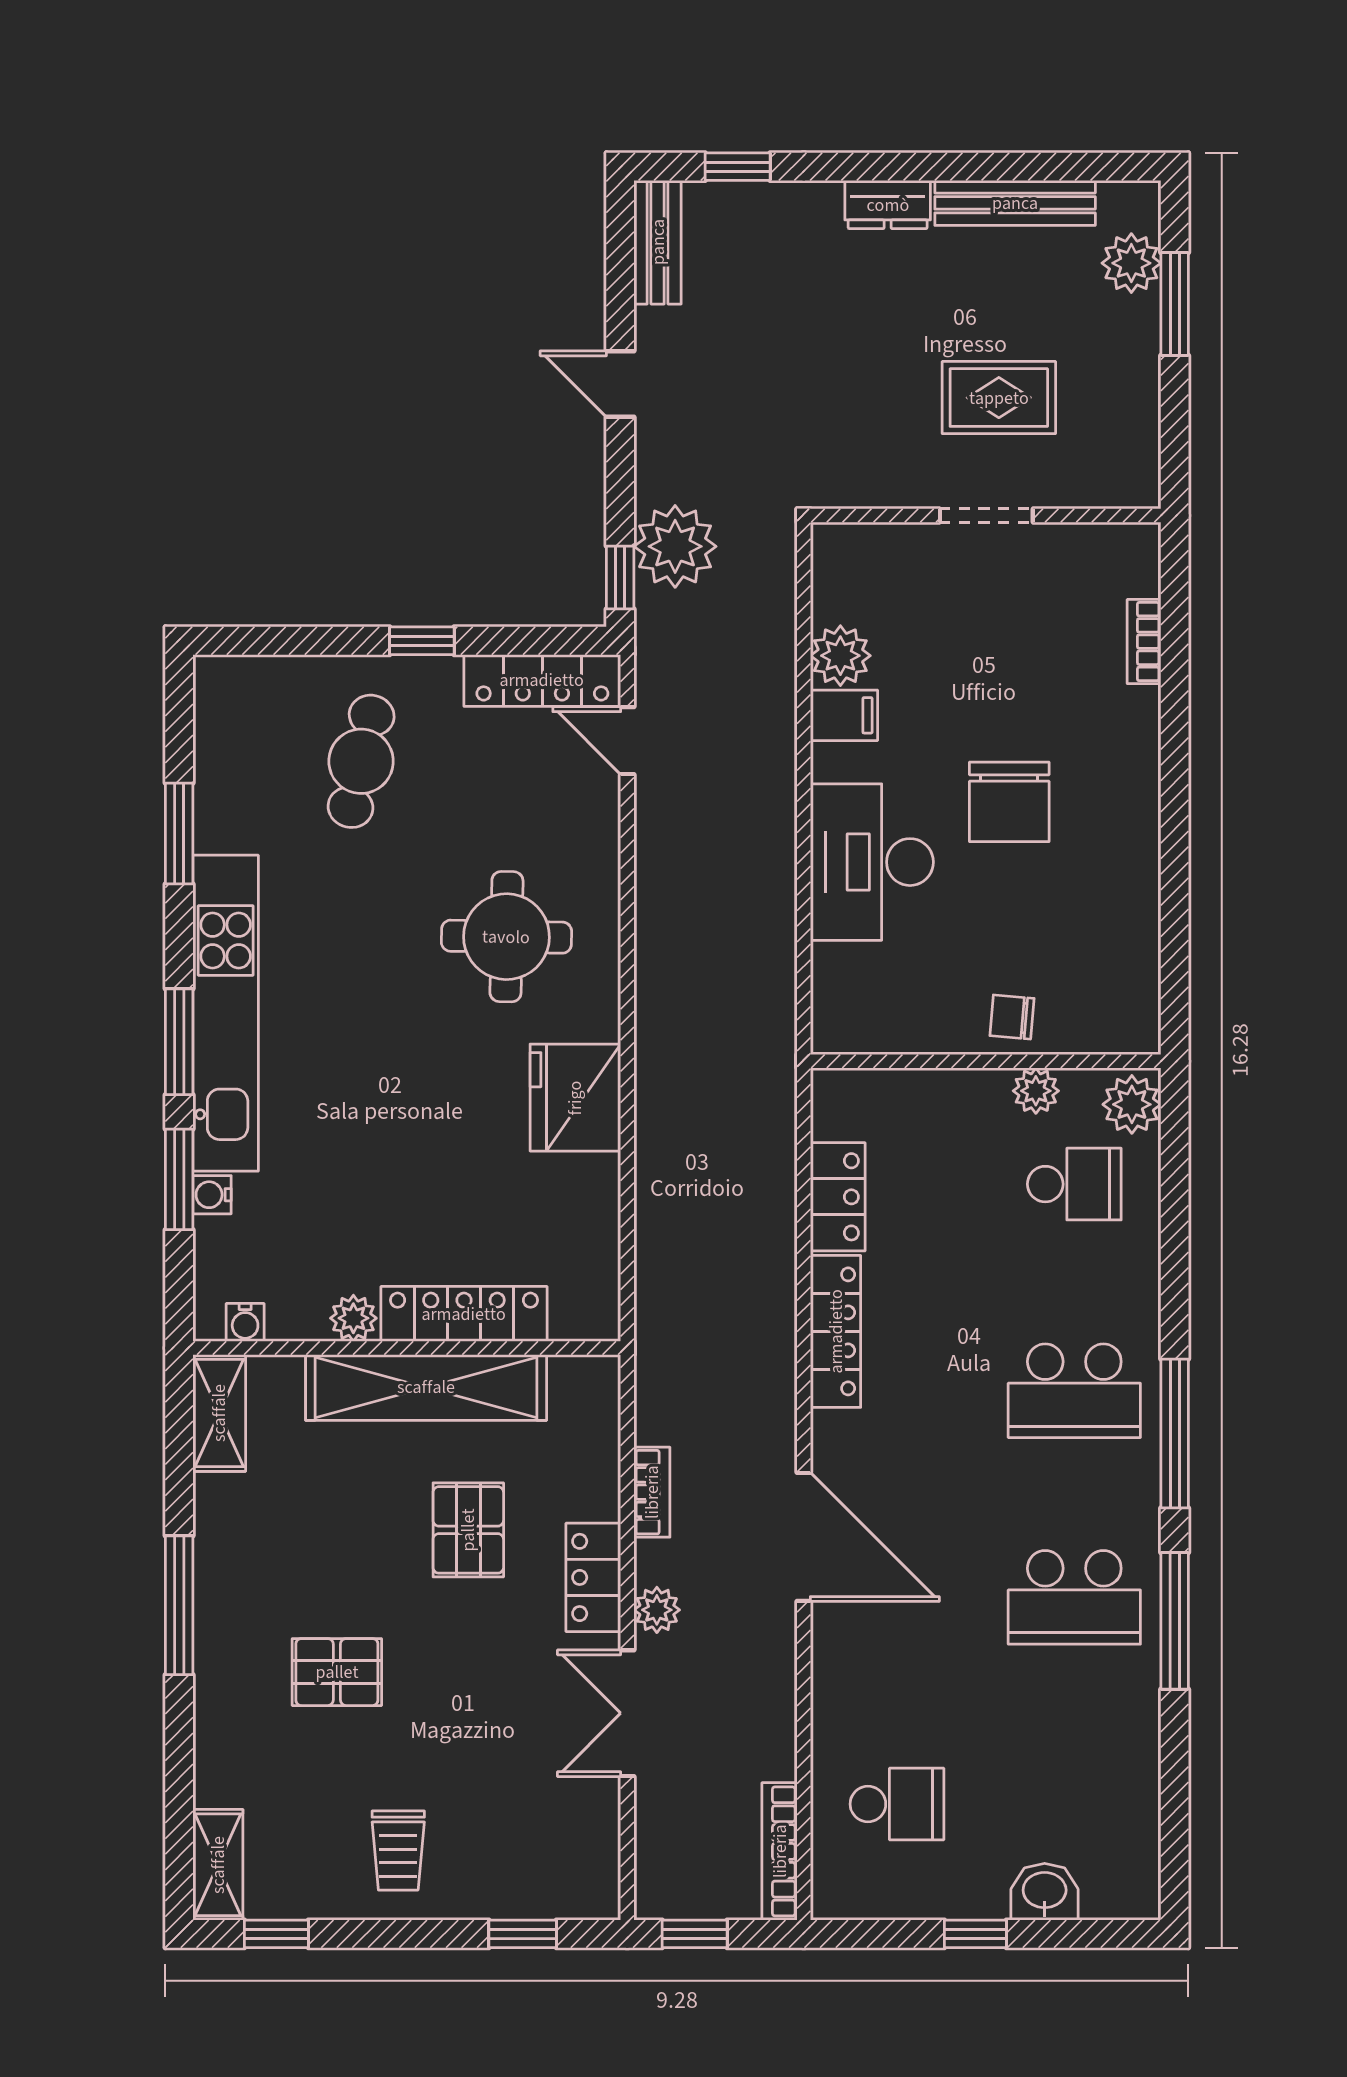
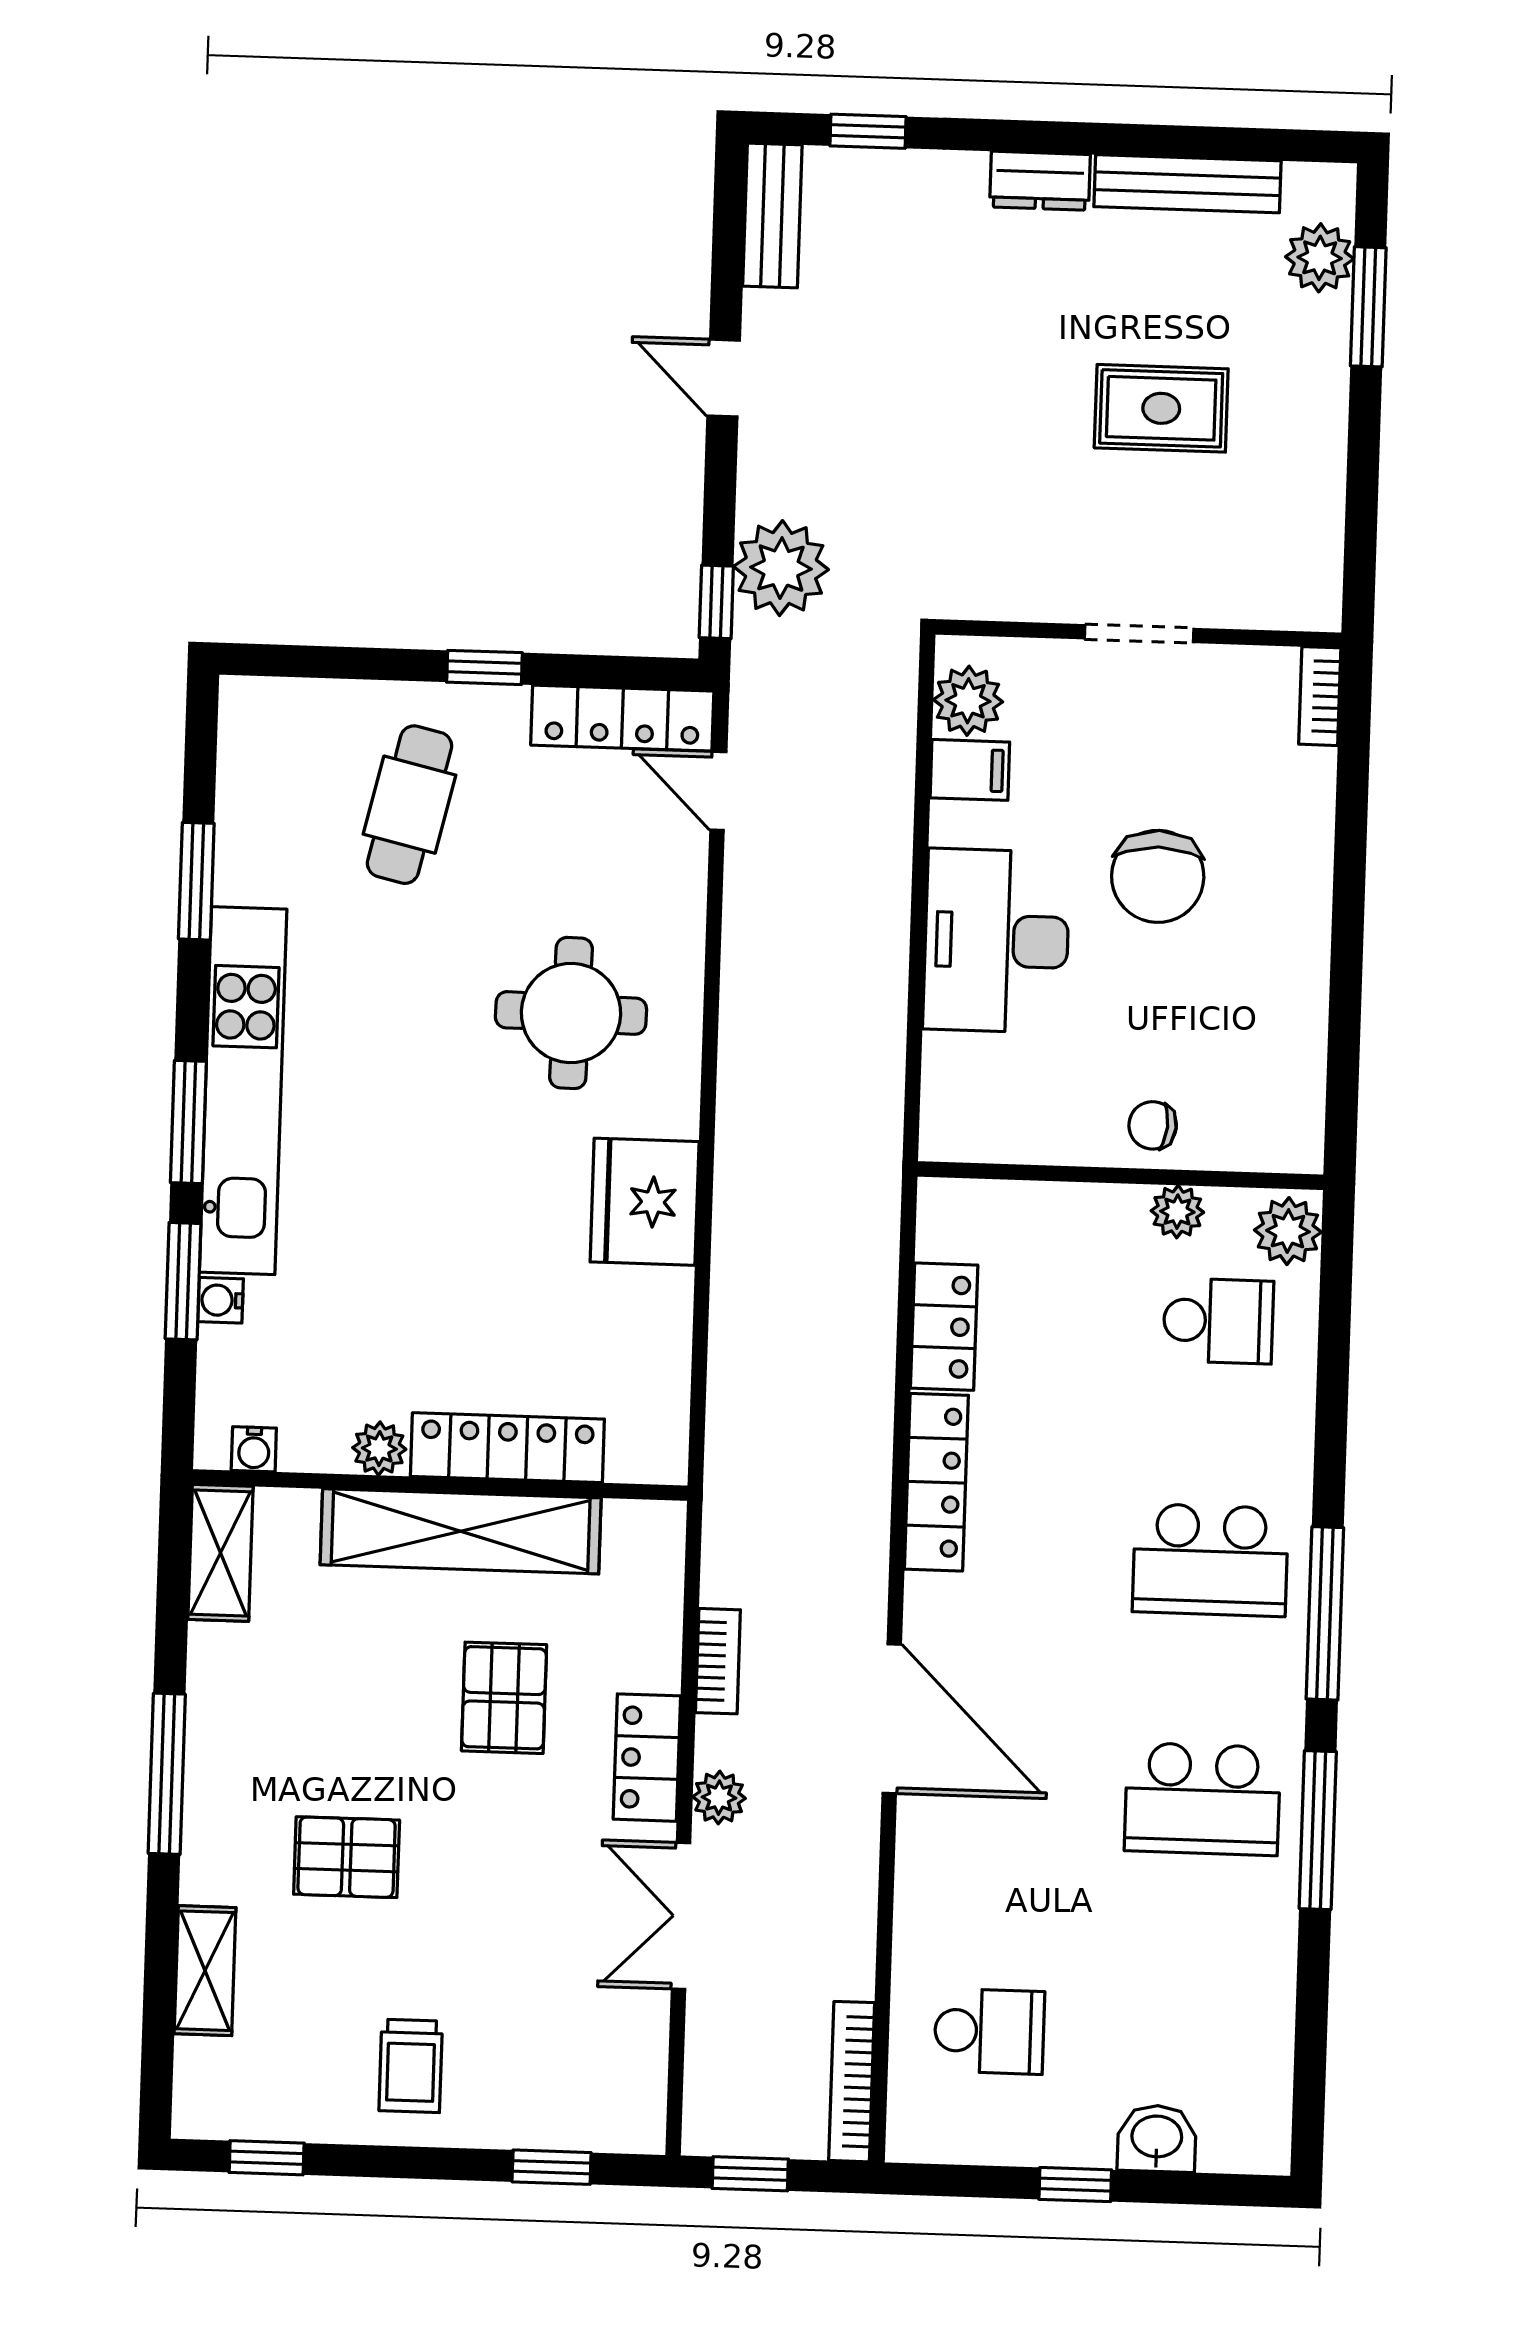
doorway: (986, 516) -> (1139, 634), moved
wall: (986, 516) -> (1138, 634), moved
shelving: (218, 1865) -> (205, 1971), moved

